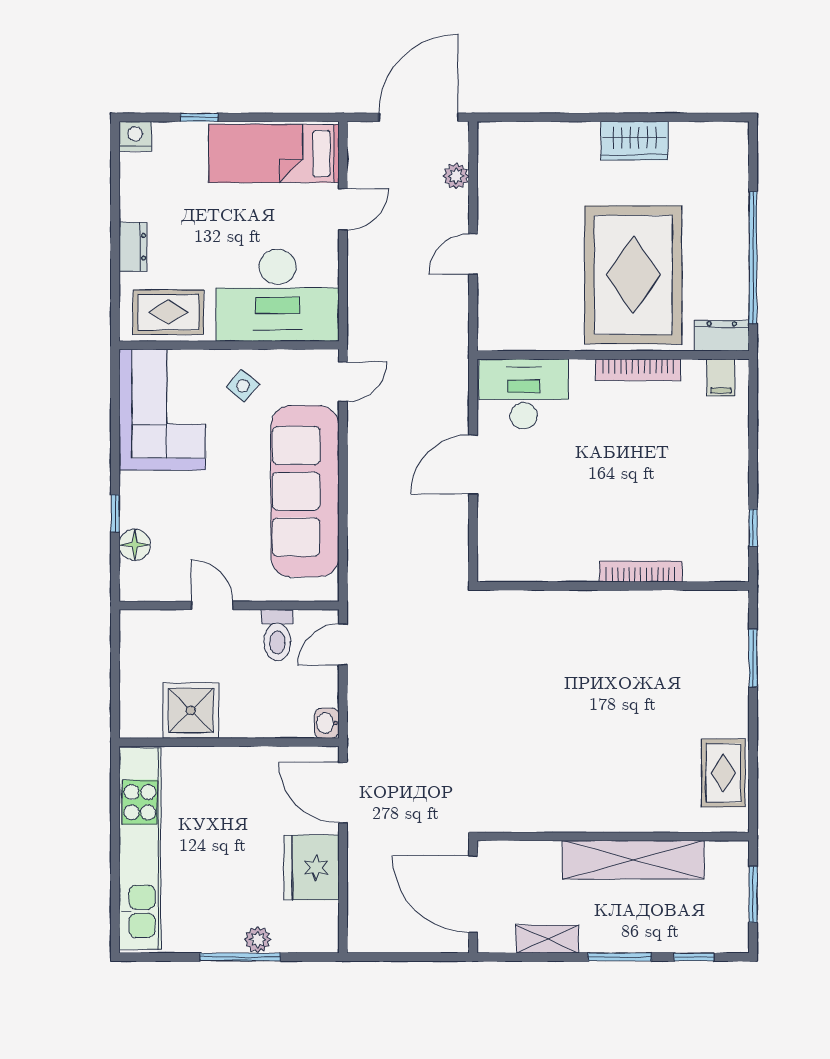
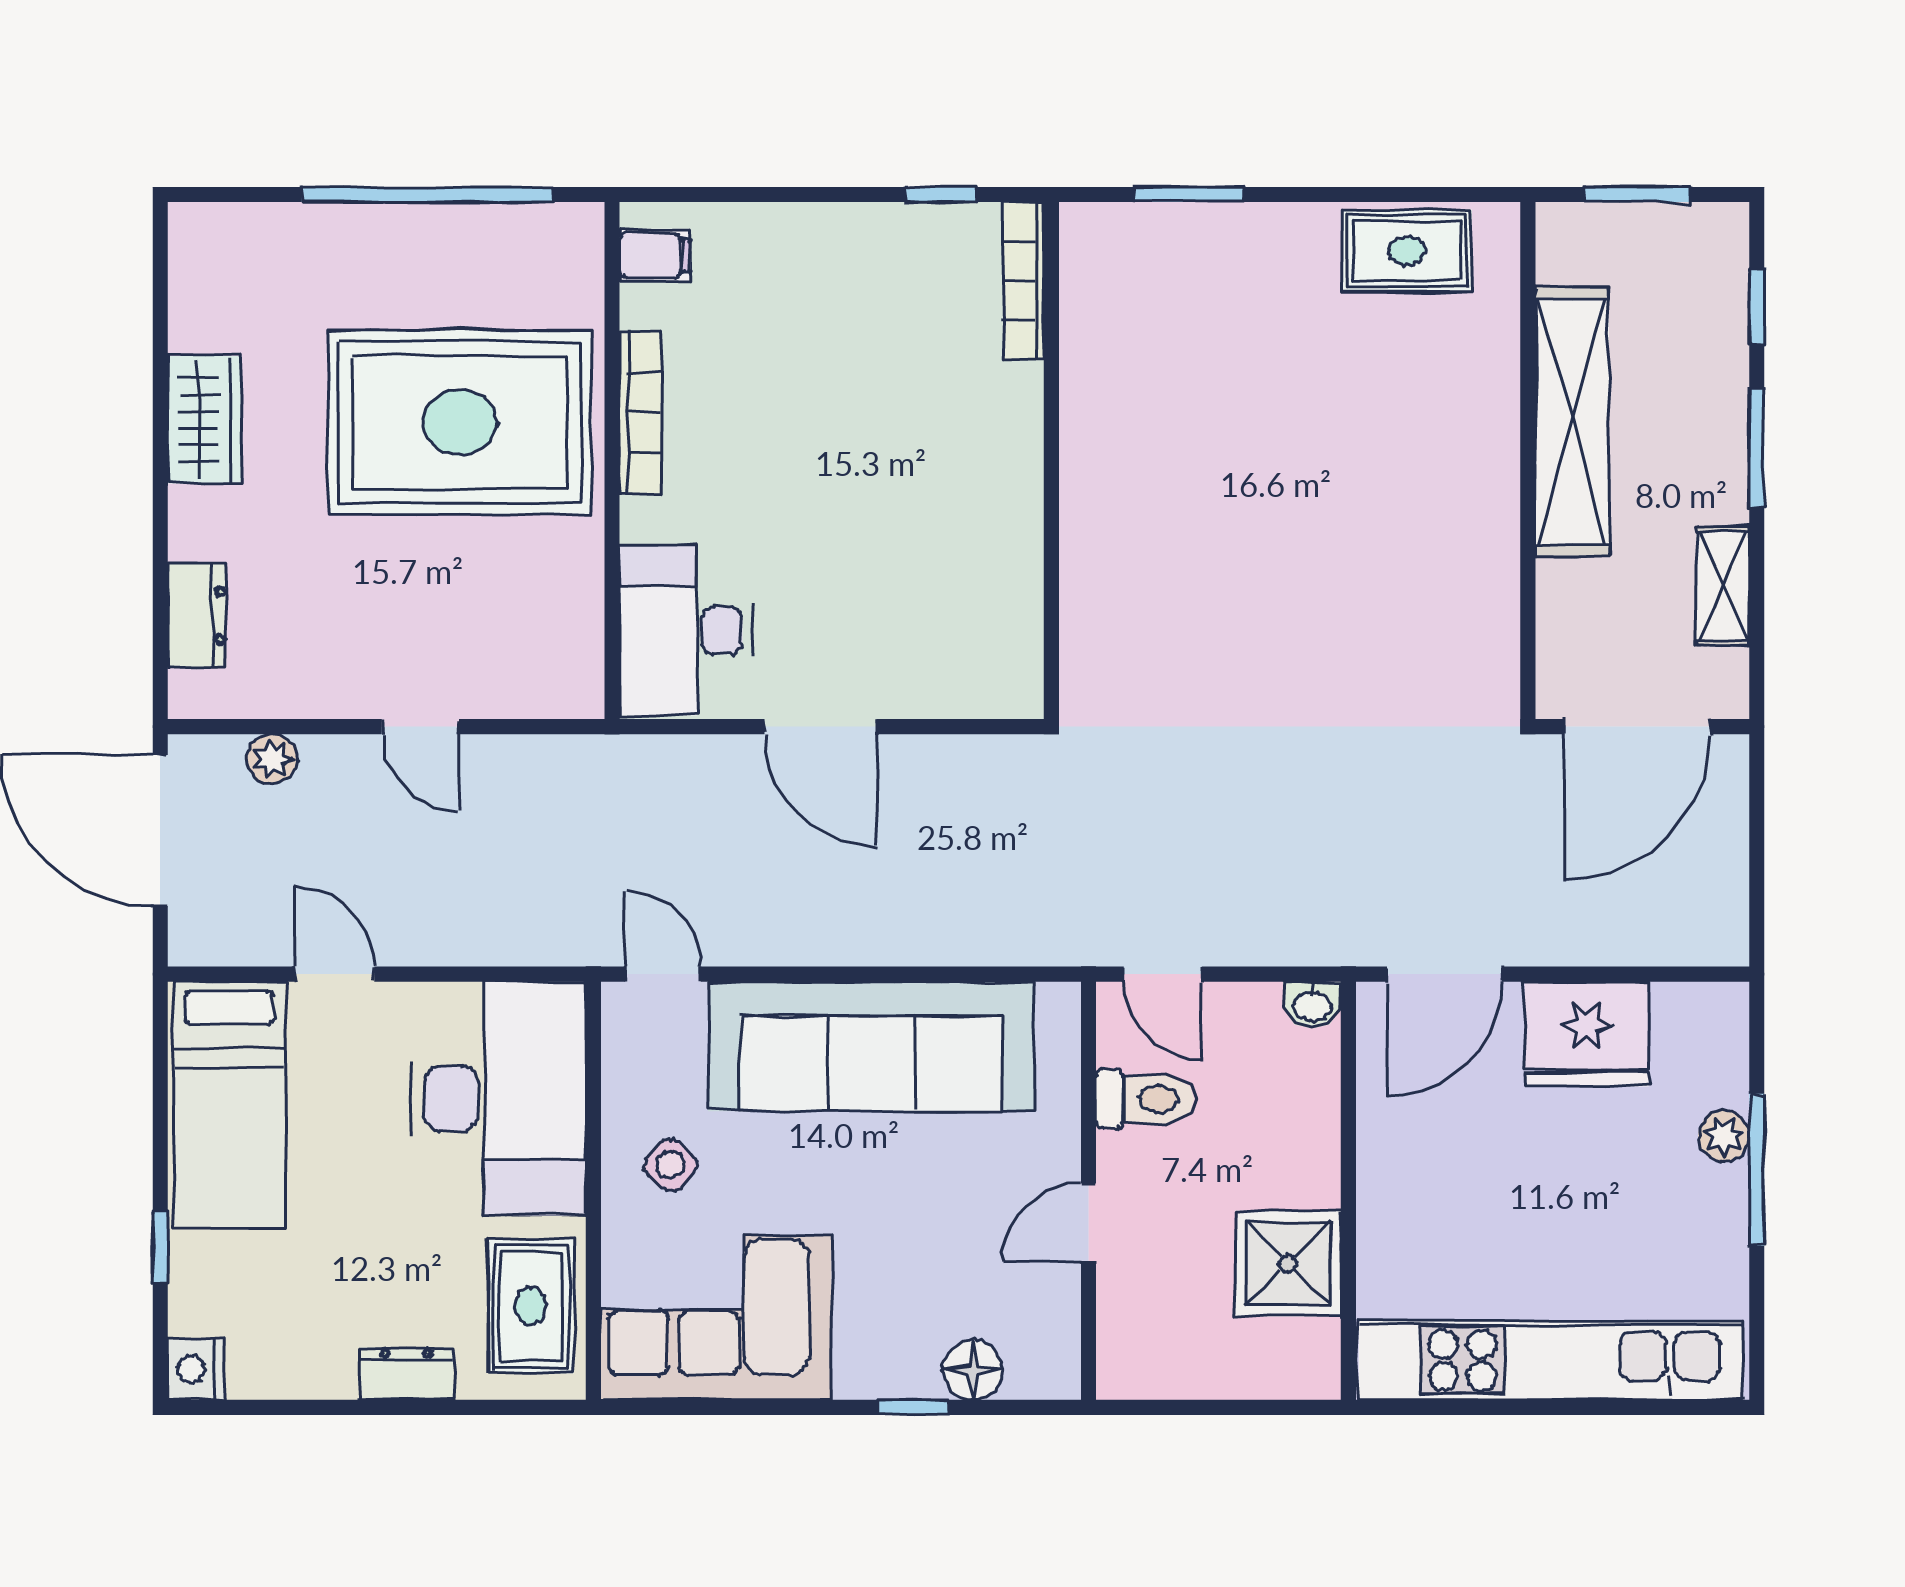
dresser: (722, 336) -> (197, 615), moved, turned 180
bookcase: (641, 571) -> (1024, 281), moved

